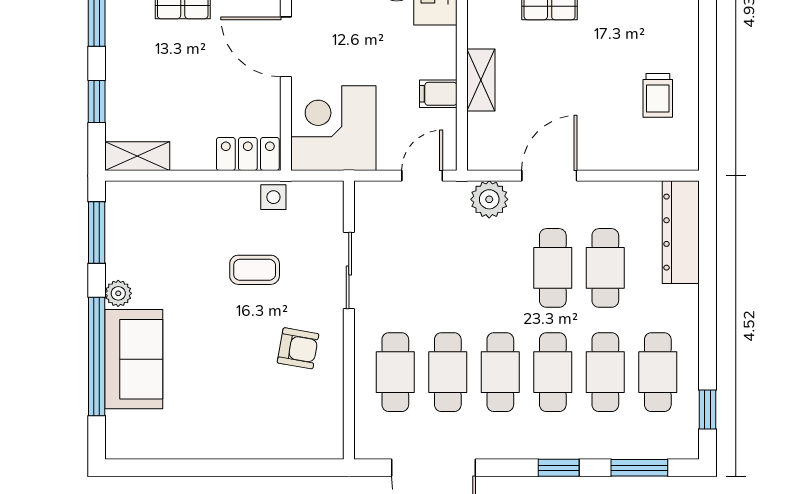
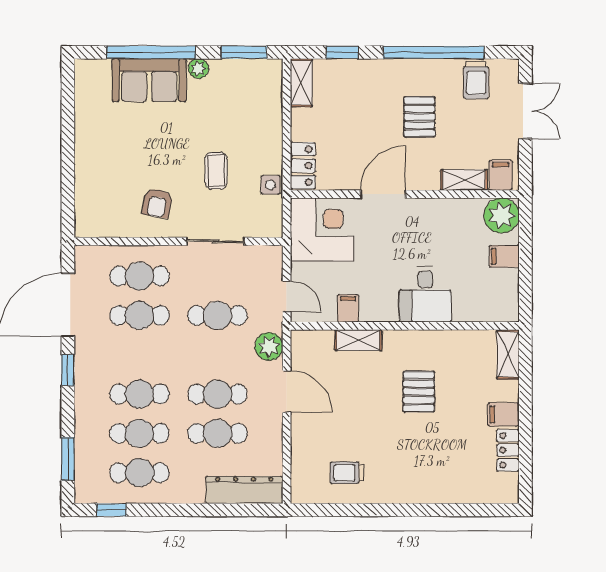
cafe table: (500, 372) -> (217, 315), moved
window: (559, 468) -> (68, 370), moved

